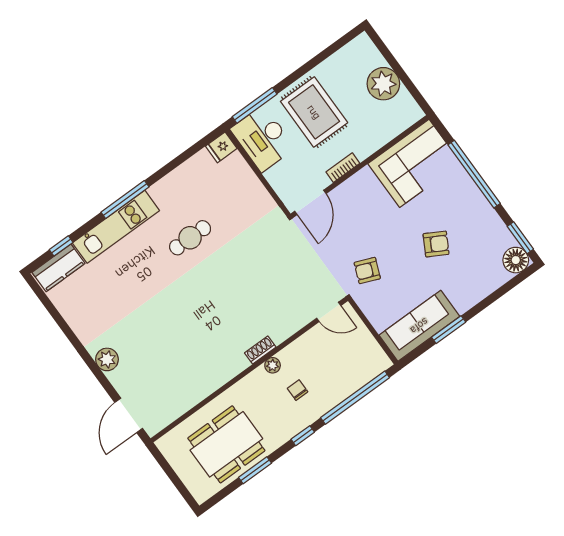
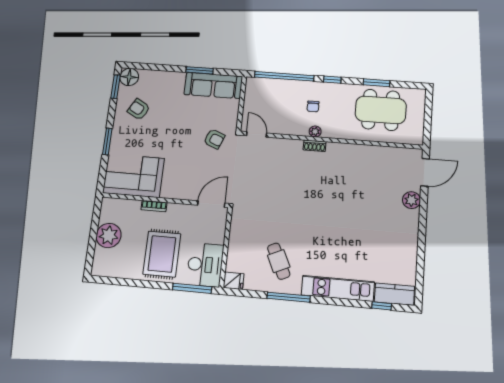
bookcase: (343, 168) -> (154, 206), moved
window: (474, 174) -> (107, 142), width x0.47
window: (125, 200) -> (289, 297), moved
cafe table: (190, 238) -> (279, 261), moved, turned 65
armchair: (436, 244) -> (139, 109), moved
plant: (107, 359) -> (411, 200), moved

